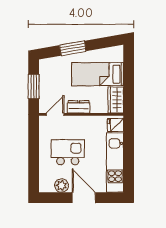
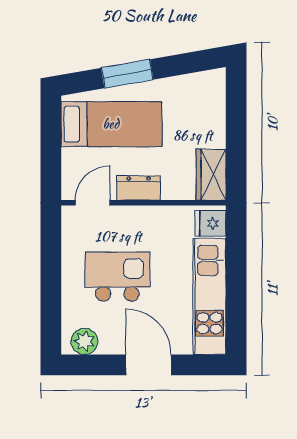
bed: (98, 74) -> (111, 124), moved, turned 180
window: (34, 86) -> (51, 148), removed
plant: (62, 185) -> (84, 341), moved

